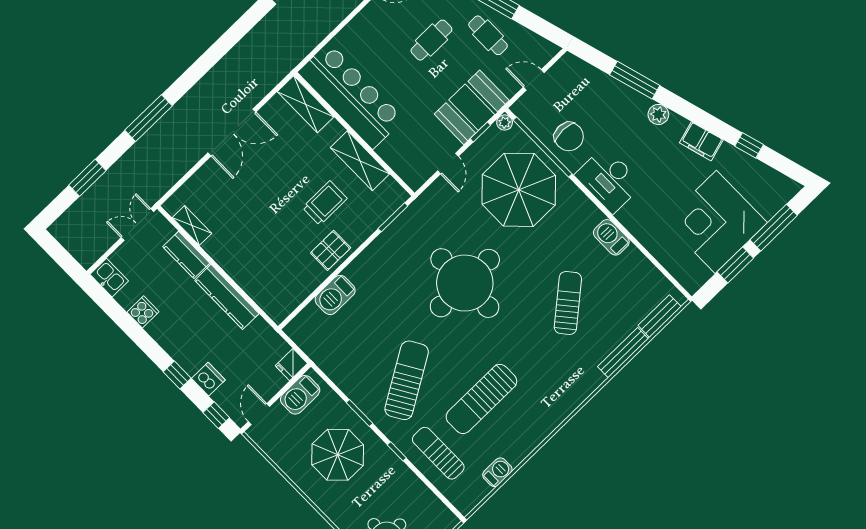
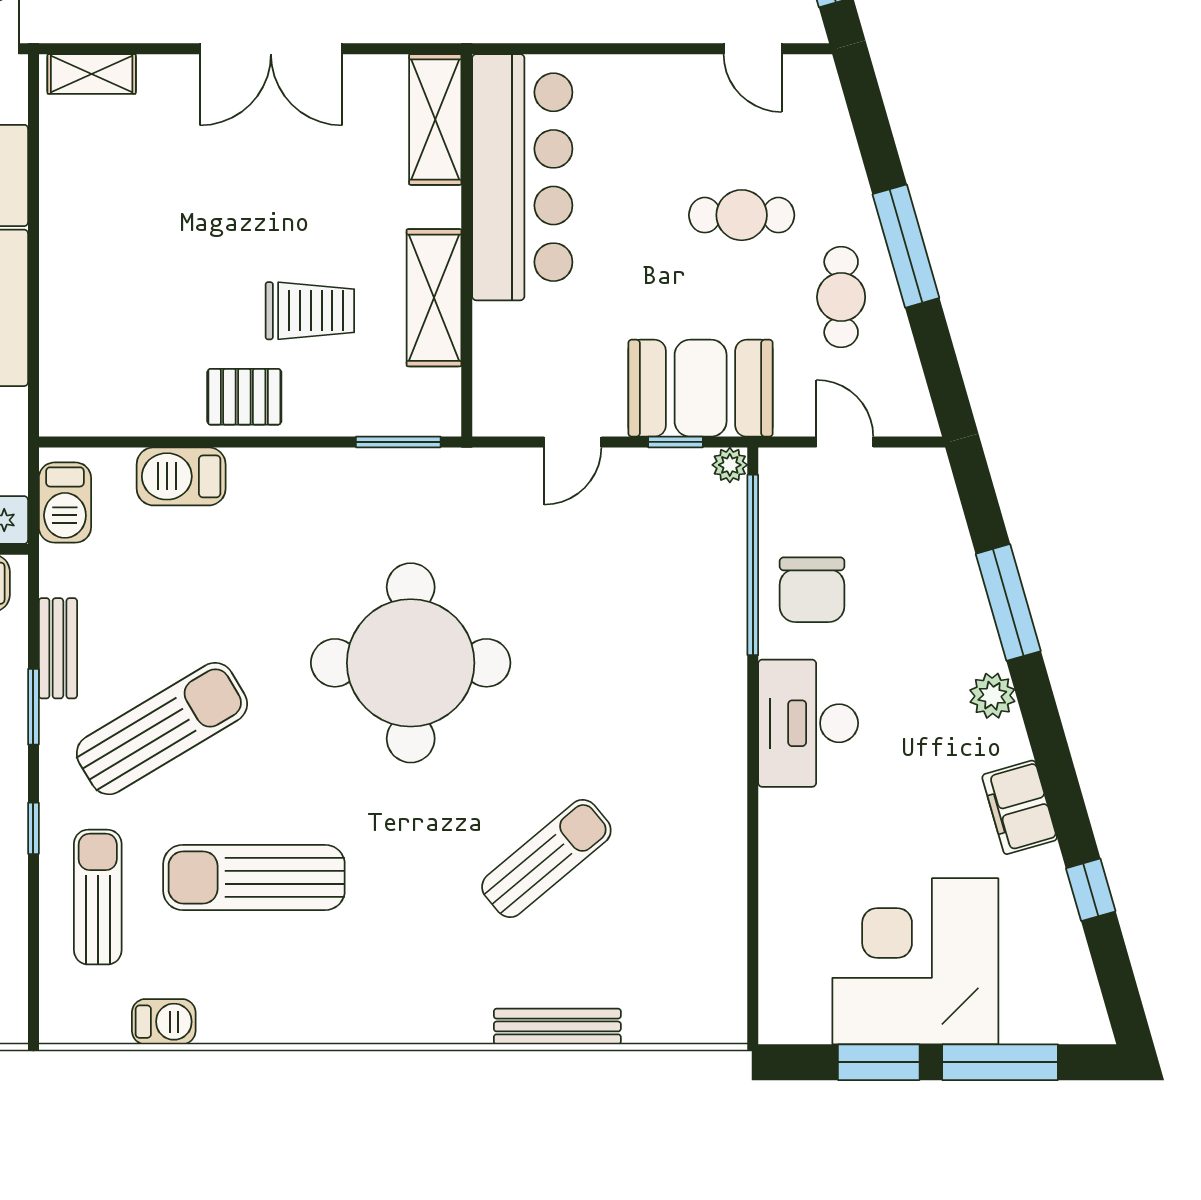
parasol: (519, 190) -> (646, 597), removed
shelving: (192, 225) -> (92, 74), moved, turned 90
barbecue: (611, 237) -> (65, 503), moved, turned 180
bench: (660, 316) -> (58, 648), moved, turned 90

